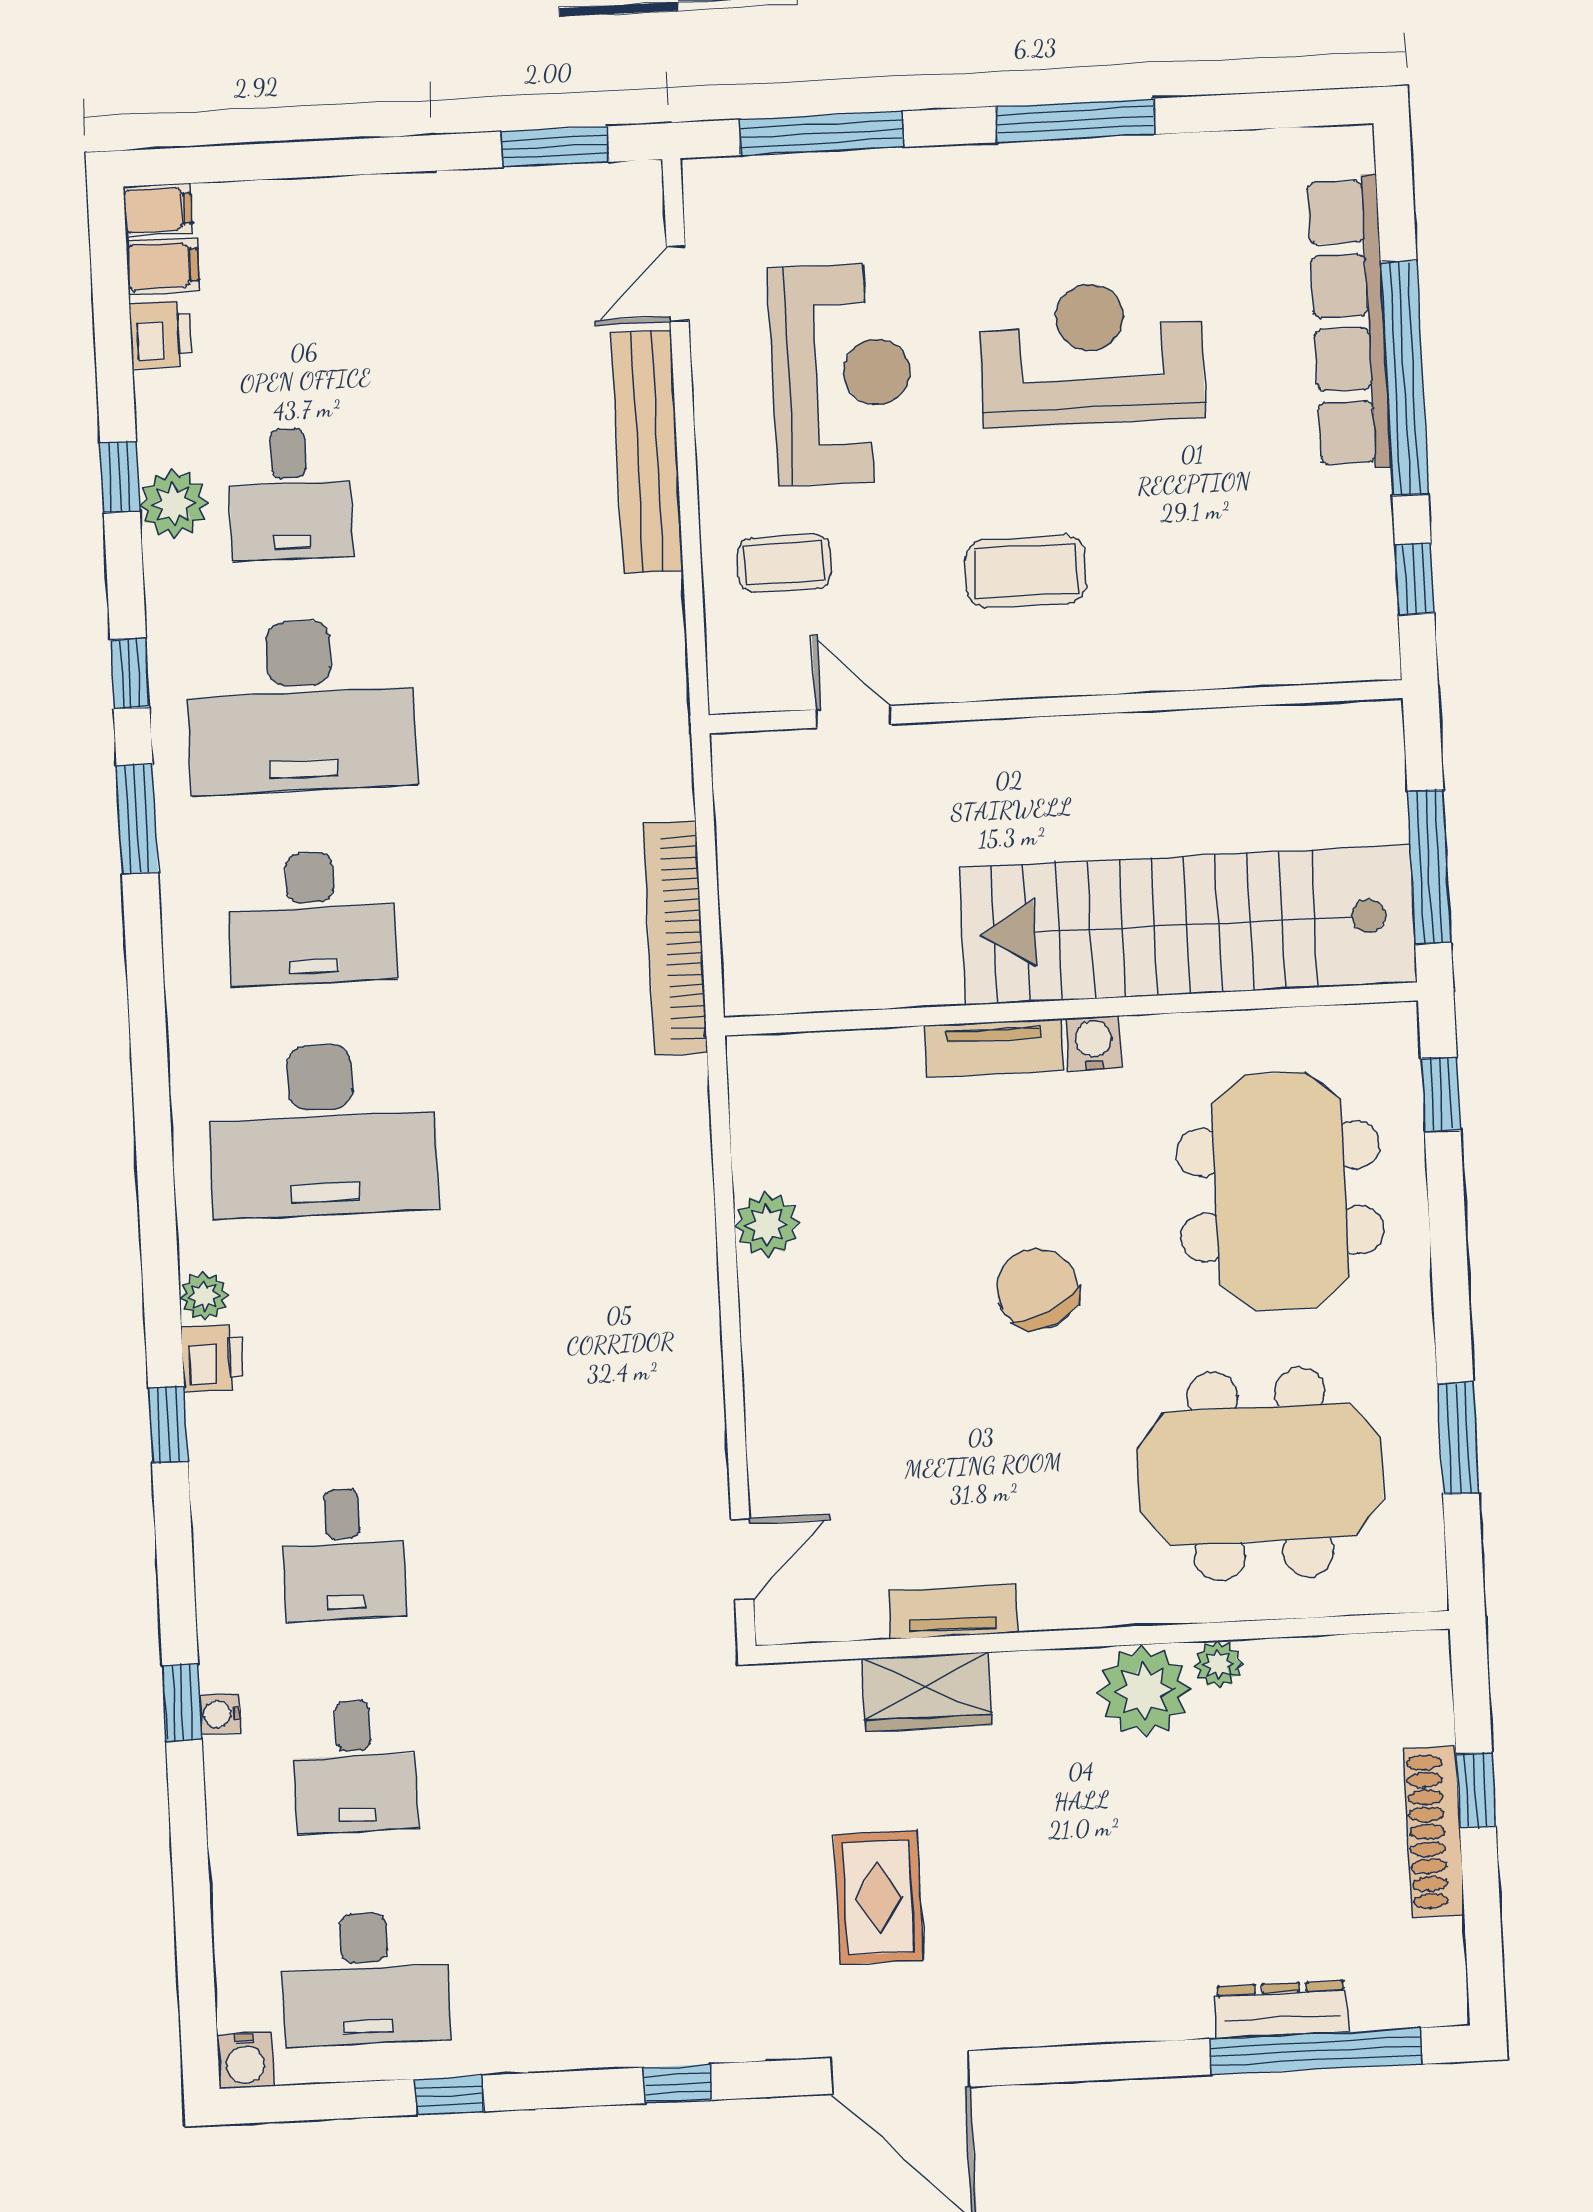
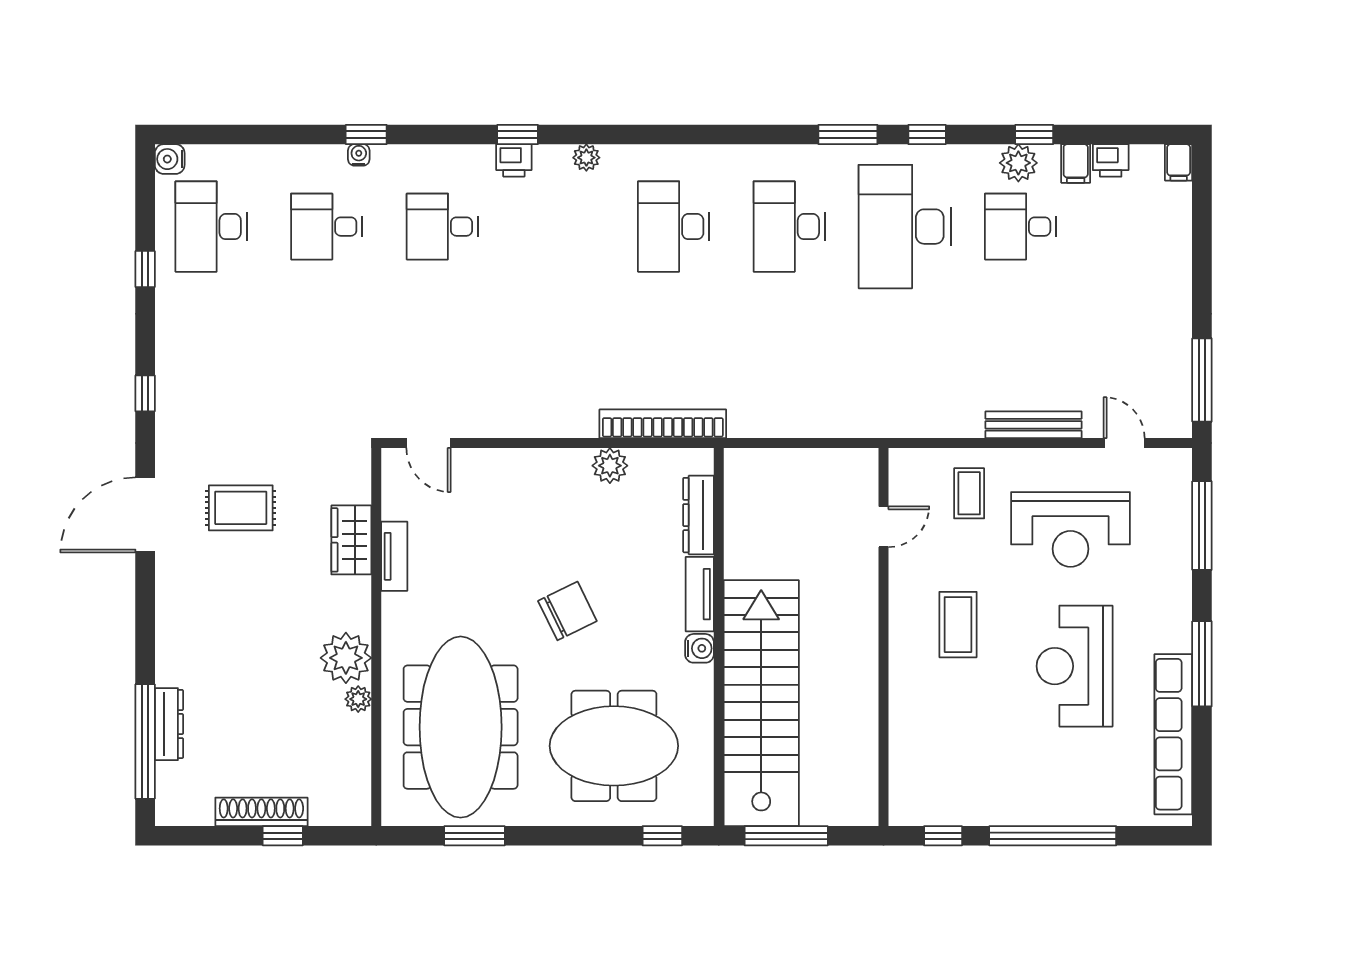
window: (555, 147) -> (1202, 380), width x1.44
filing cabinet: (163, 266) -> (1076, 164), moved
row of seats: (1349, 322) -> (1173, 734), moved, turned -90
reception desk: (1091, 354) -> (1075, 666), turned 180
bench: (647, 452) -> (1033, 425), width x0.73, depth x0.82
bookcase: (675, 938) -> (663, 424), moved
dresser: (849, 1057) -> (699, 515), added
desk: (322, 1130) -> (674, 227), width x0.73, depth x0.77
printer: (212, 1358) -> (514, 160), moved
meeting table: (1260, 1474) -> (461, 727), width x1.36

